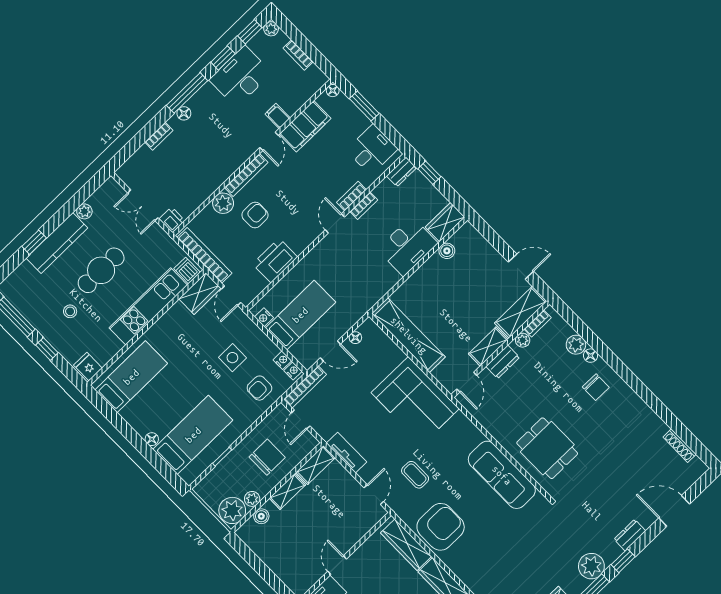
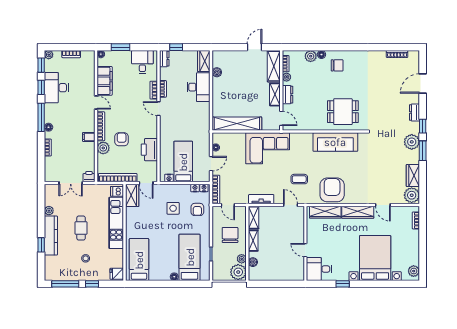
filing cabinet: (278, 116) -> (89, 137), moved
cafe table: (101, 270) -> (81, 228), width x0.73, depth x0.74

